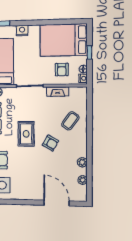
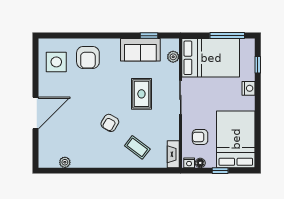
fireplace: (58, 92) -> (173, 154), moved
rug: (26, 134) -> (141, 94), moved, turned 90
plant: (82, 162) -> (87, 162), removed
door: (57, 203) -> (36, 113), moved

